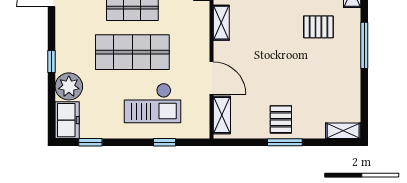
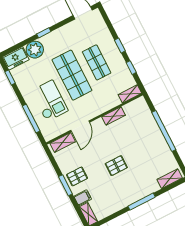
pallet: (318, 27) -> (116, 166), moved, turned 90
checkout: (152, 103) -> (49, 101), turned 180
filing cabinet: (315, 127) -> (83, 198), added
window: (164, 142) -> (31, 118), width x2.17

